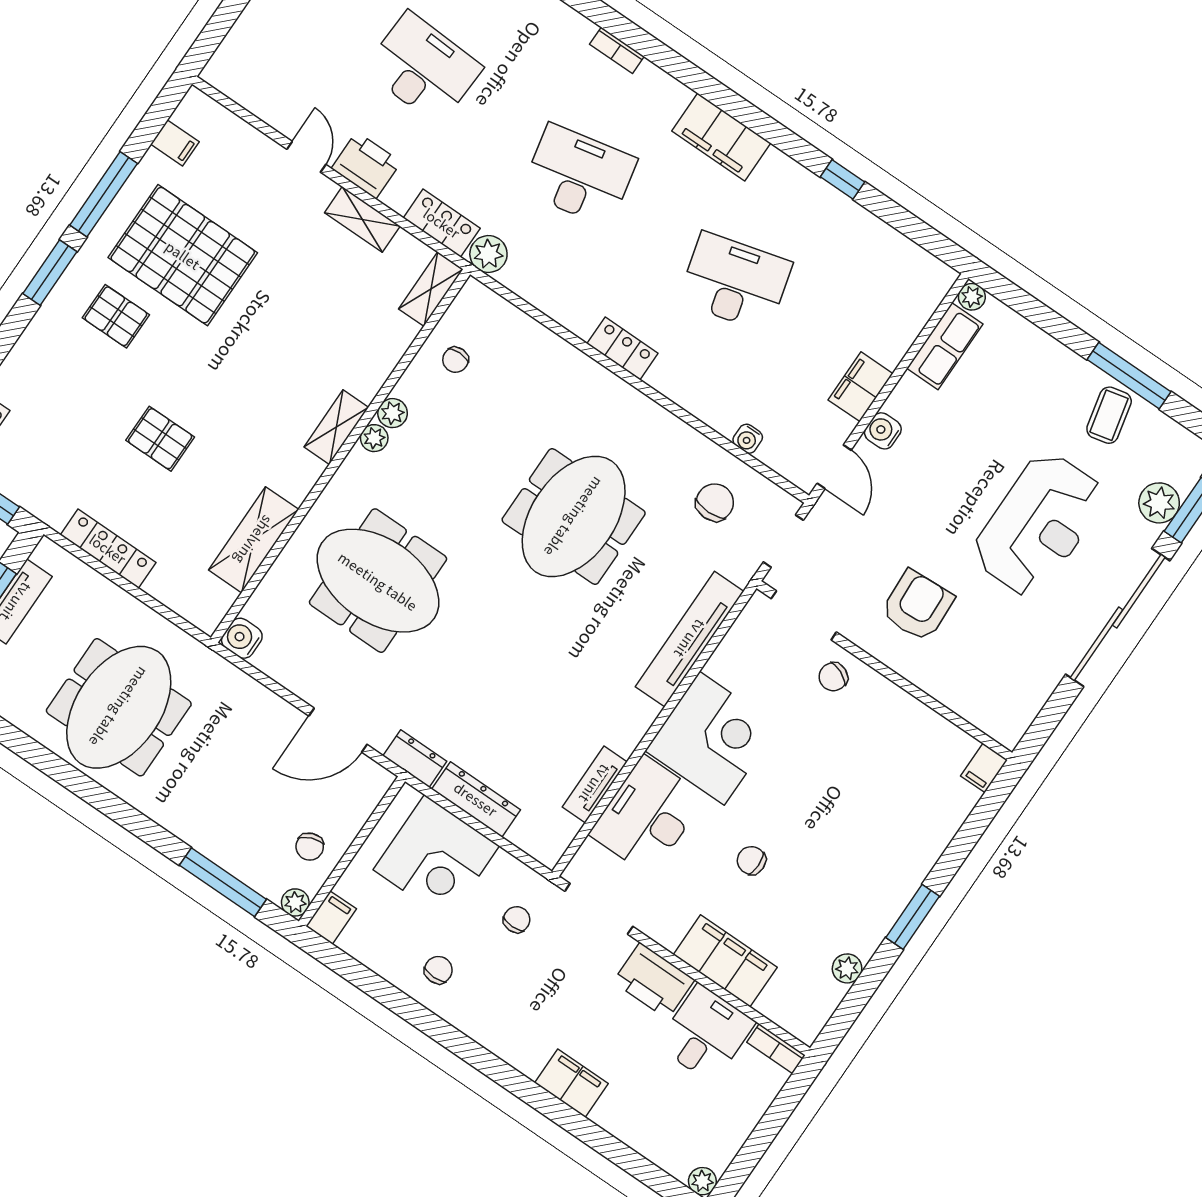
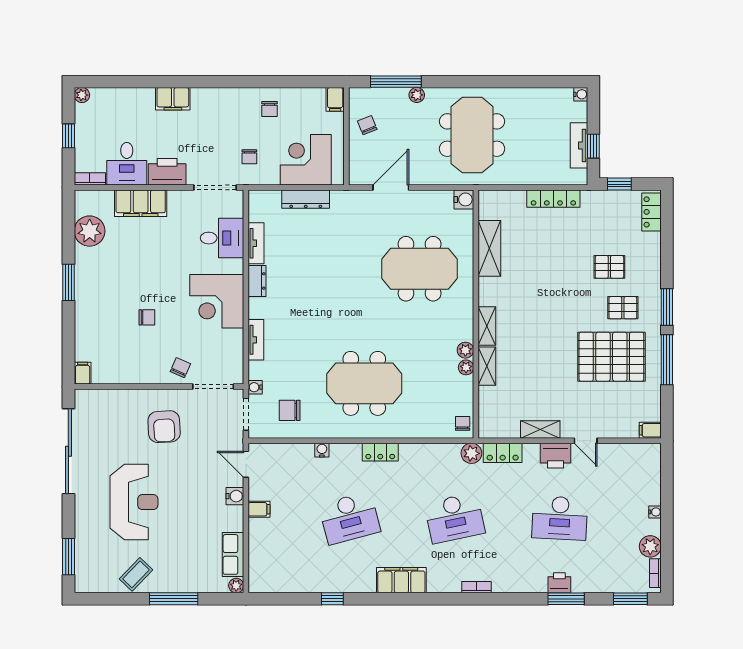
filing cabinet: (175, 143) -> (650, 430), moved
shelving: (431, 289) -> (487, 366), moved
chair: (455, 360) -> (463, 423), moved
window: (1129, 376) -> (174, 599), moved
filing cabinet: (860, 387) -> (259, 509), width x0.50
coffee table: (1109, 415) -> (136, 574), turned 57
plant: (374, 438) -> (466, 367), moved
pallet: (160, 439) -> (609, 267), moved
water cooler: (748, 439) -> (322, 450), moved
chair: (715, 502) -> (290, 410), turned 90
plant: (1159, 503) -> (85, 550), removed
meeting table: (574, 517) -> (364, 383), moved, turned 90
reception desk: (1039, 525) -> (134, 502), turned 180
water cooler: (742, 572) -> (255, 387), added
sliding door: (1118, 617) -> (68, 451), moved
tv unit: (690, 639) -> (256, 340), width x0.52, depth x0.78
meeting table: (119, 707) -> (472, 135), moved
dresser: (415, 759) -> (257, 281), moved, turned -90
desk: (647, 816) -> (222, 238), width x0.73
chair: (751, 860) -> (147, 317), moved
plant: (295, 902) -> (417, 95), moved
plant: (847, 968) -> (90, 231), width x1.88, depth x1.88
window: (764, 1134) -> (68, 136), added

